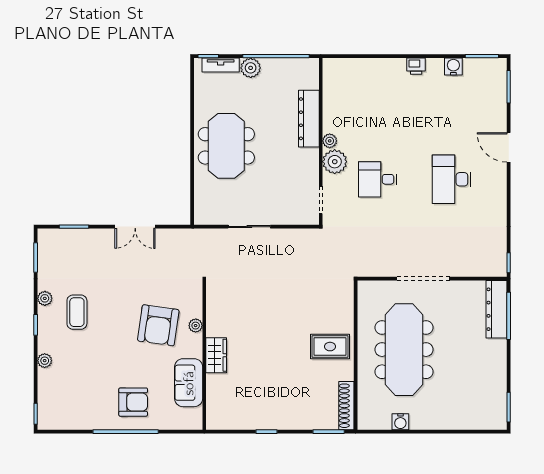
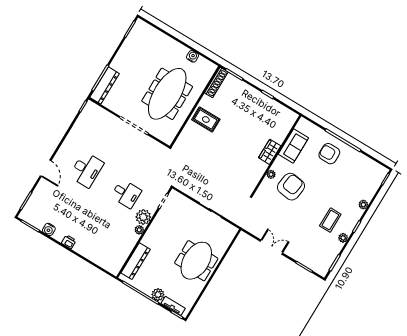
dresser: (309, 119) -> (136, 261), moved

